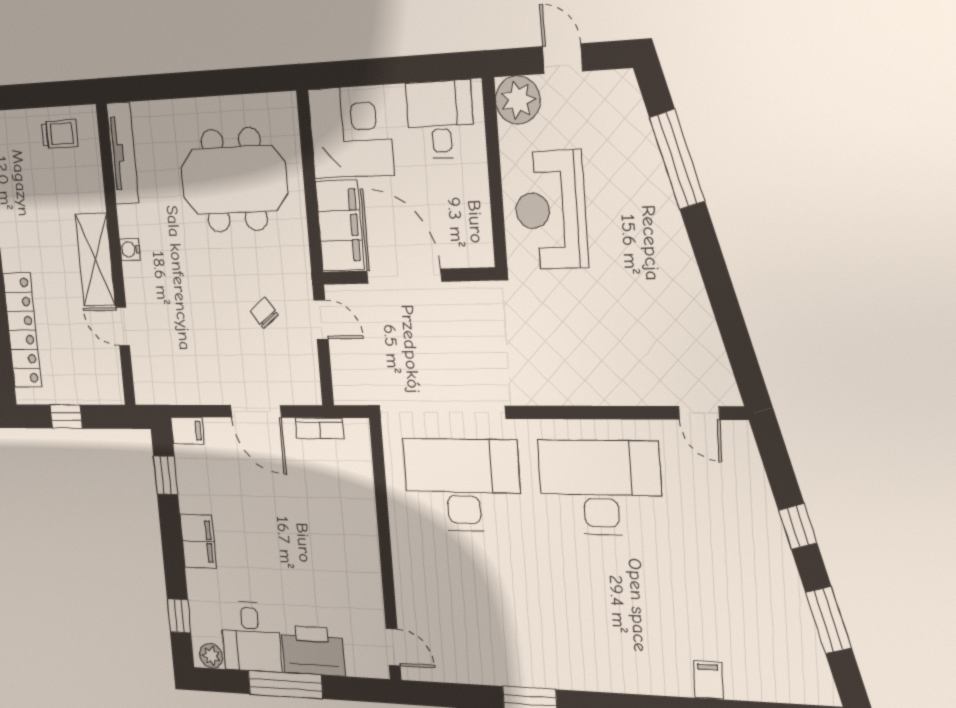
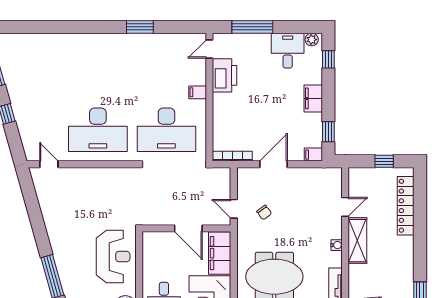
door: (404, 276) -> (188, 228), width x0.73
door: (123, 327) -> (345, 207), hinge flipped
door: (256, 411) -> (274, 164), hinge flipped
bookcase: (319, 428) -> (232, 156), width x1.56
door: (393, 647) -> (209, 49), hinge flipped
printer: (313, 651) -> (224, 75), moved, turned -90
filing cabinet: (708, 680) -> (198, 92), moved, turned 90
window: (285, 685) -> (252, 27), moved

